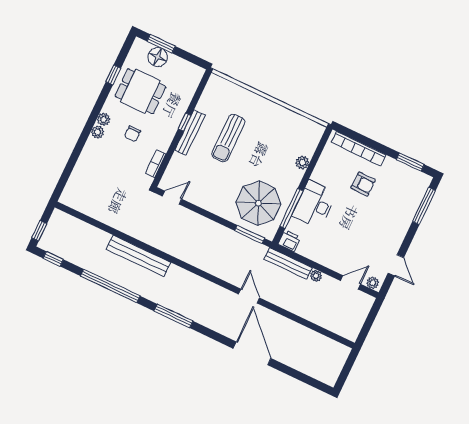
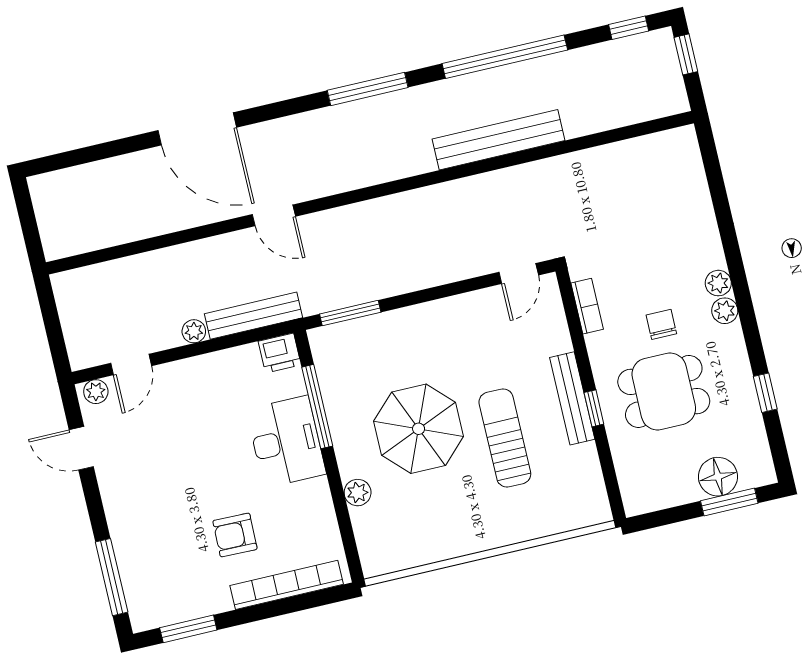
dining table: (140, 91) -> (664, 391), moved
parasol: (258, 203) -> (419, 429), moved

